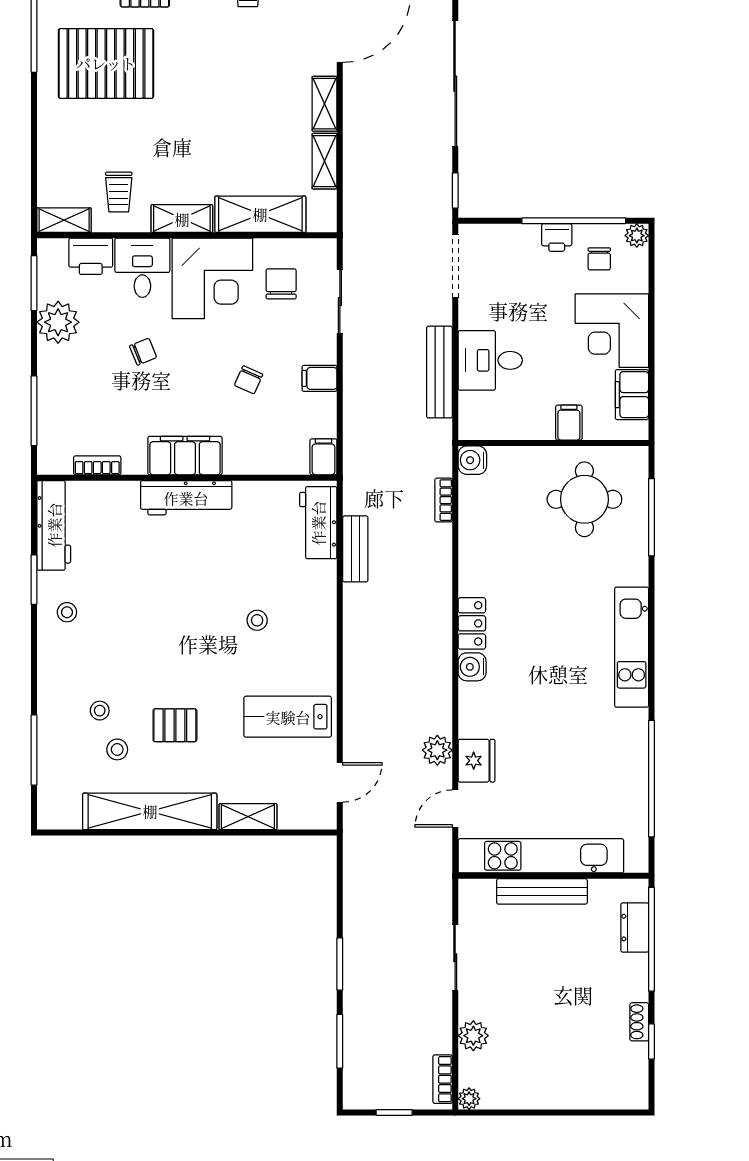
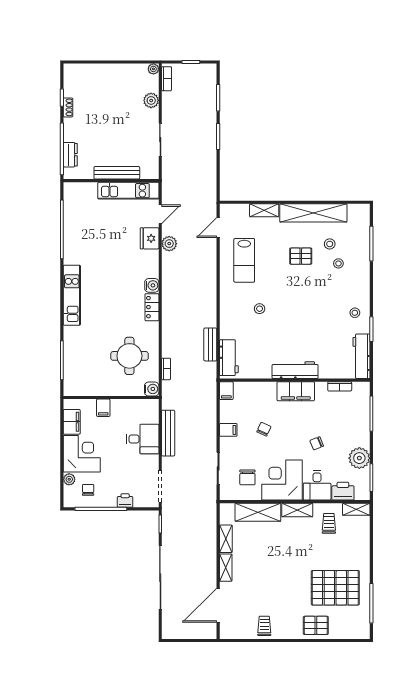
plant: (637, 236) -> (69, 479), moved
printer: (557, 238) -> (125, 501), moved
round table: (584, 499) -> (129, 356), moved
lab bench: (288, 717) -> (244, 260), turned 90
kitchen unit: (541, 856) -> (128, 191), width x0.73

